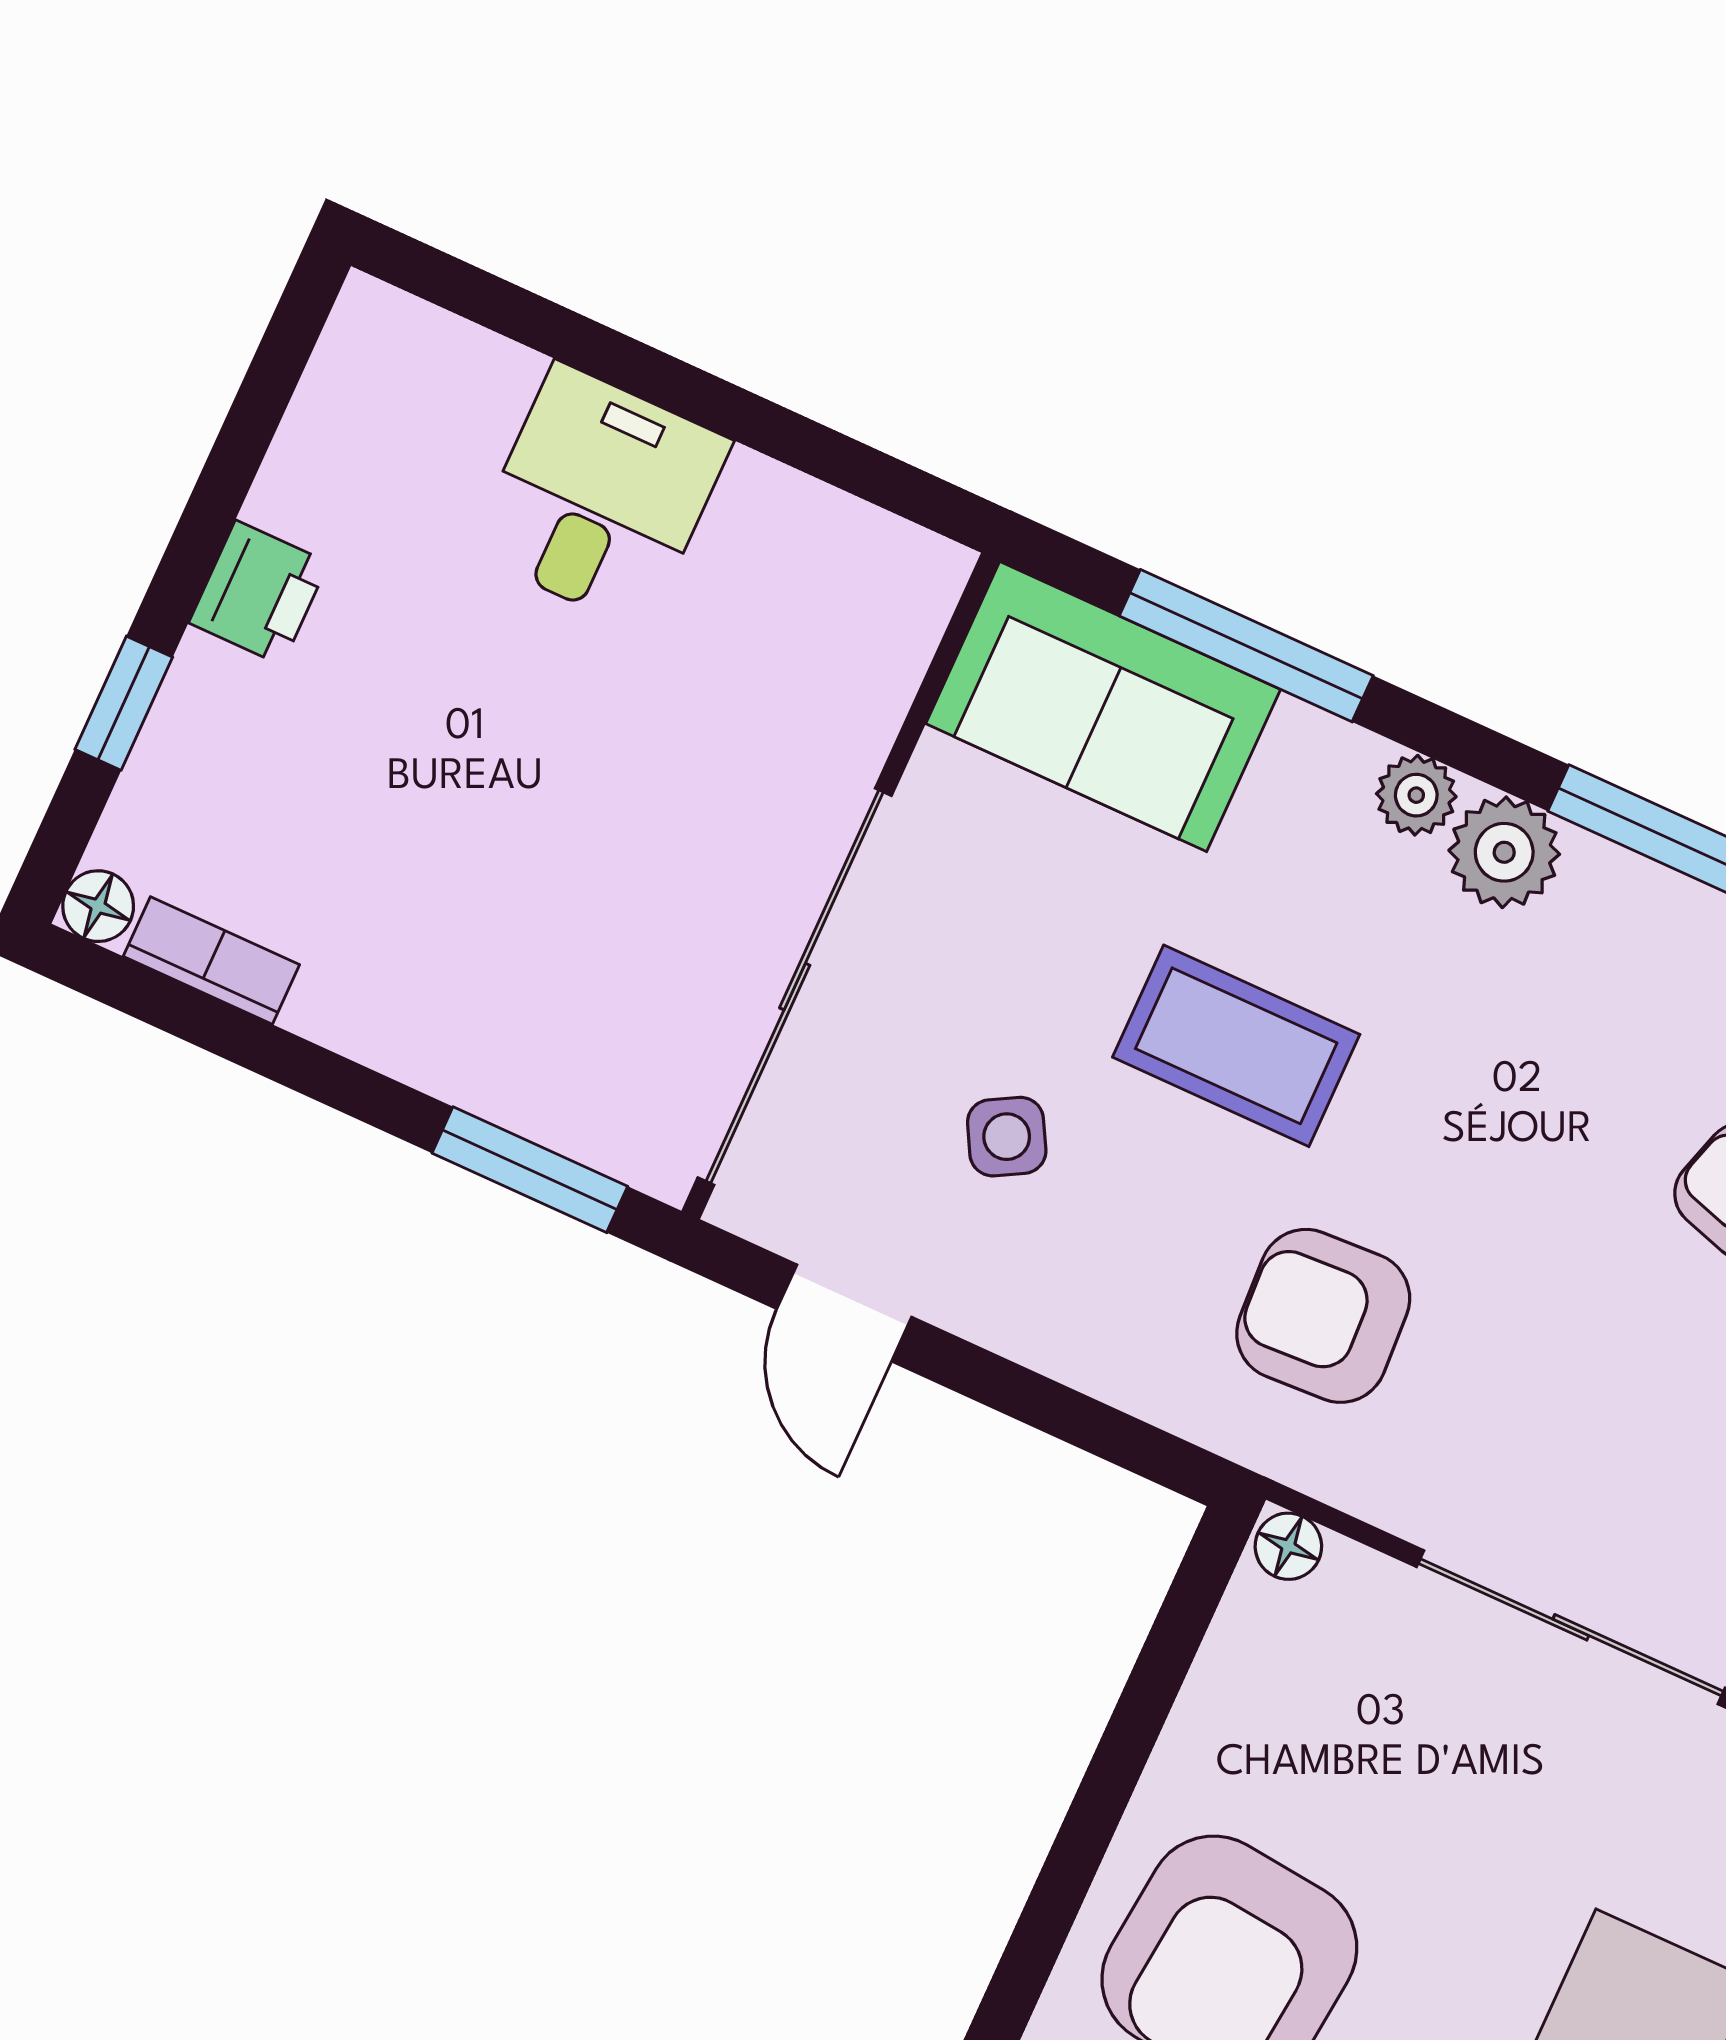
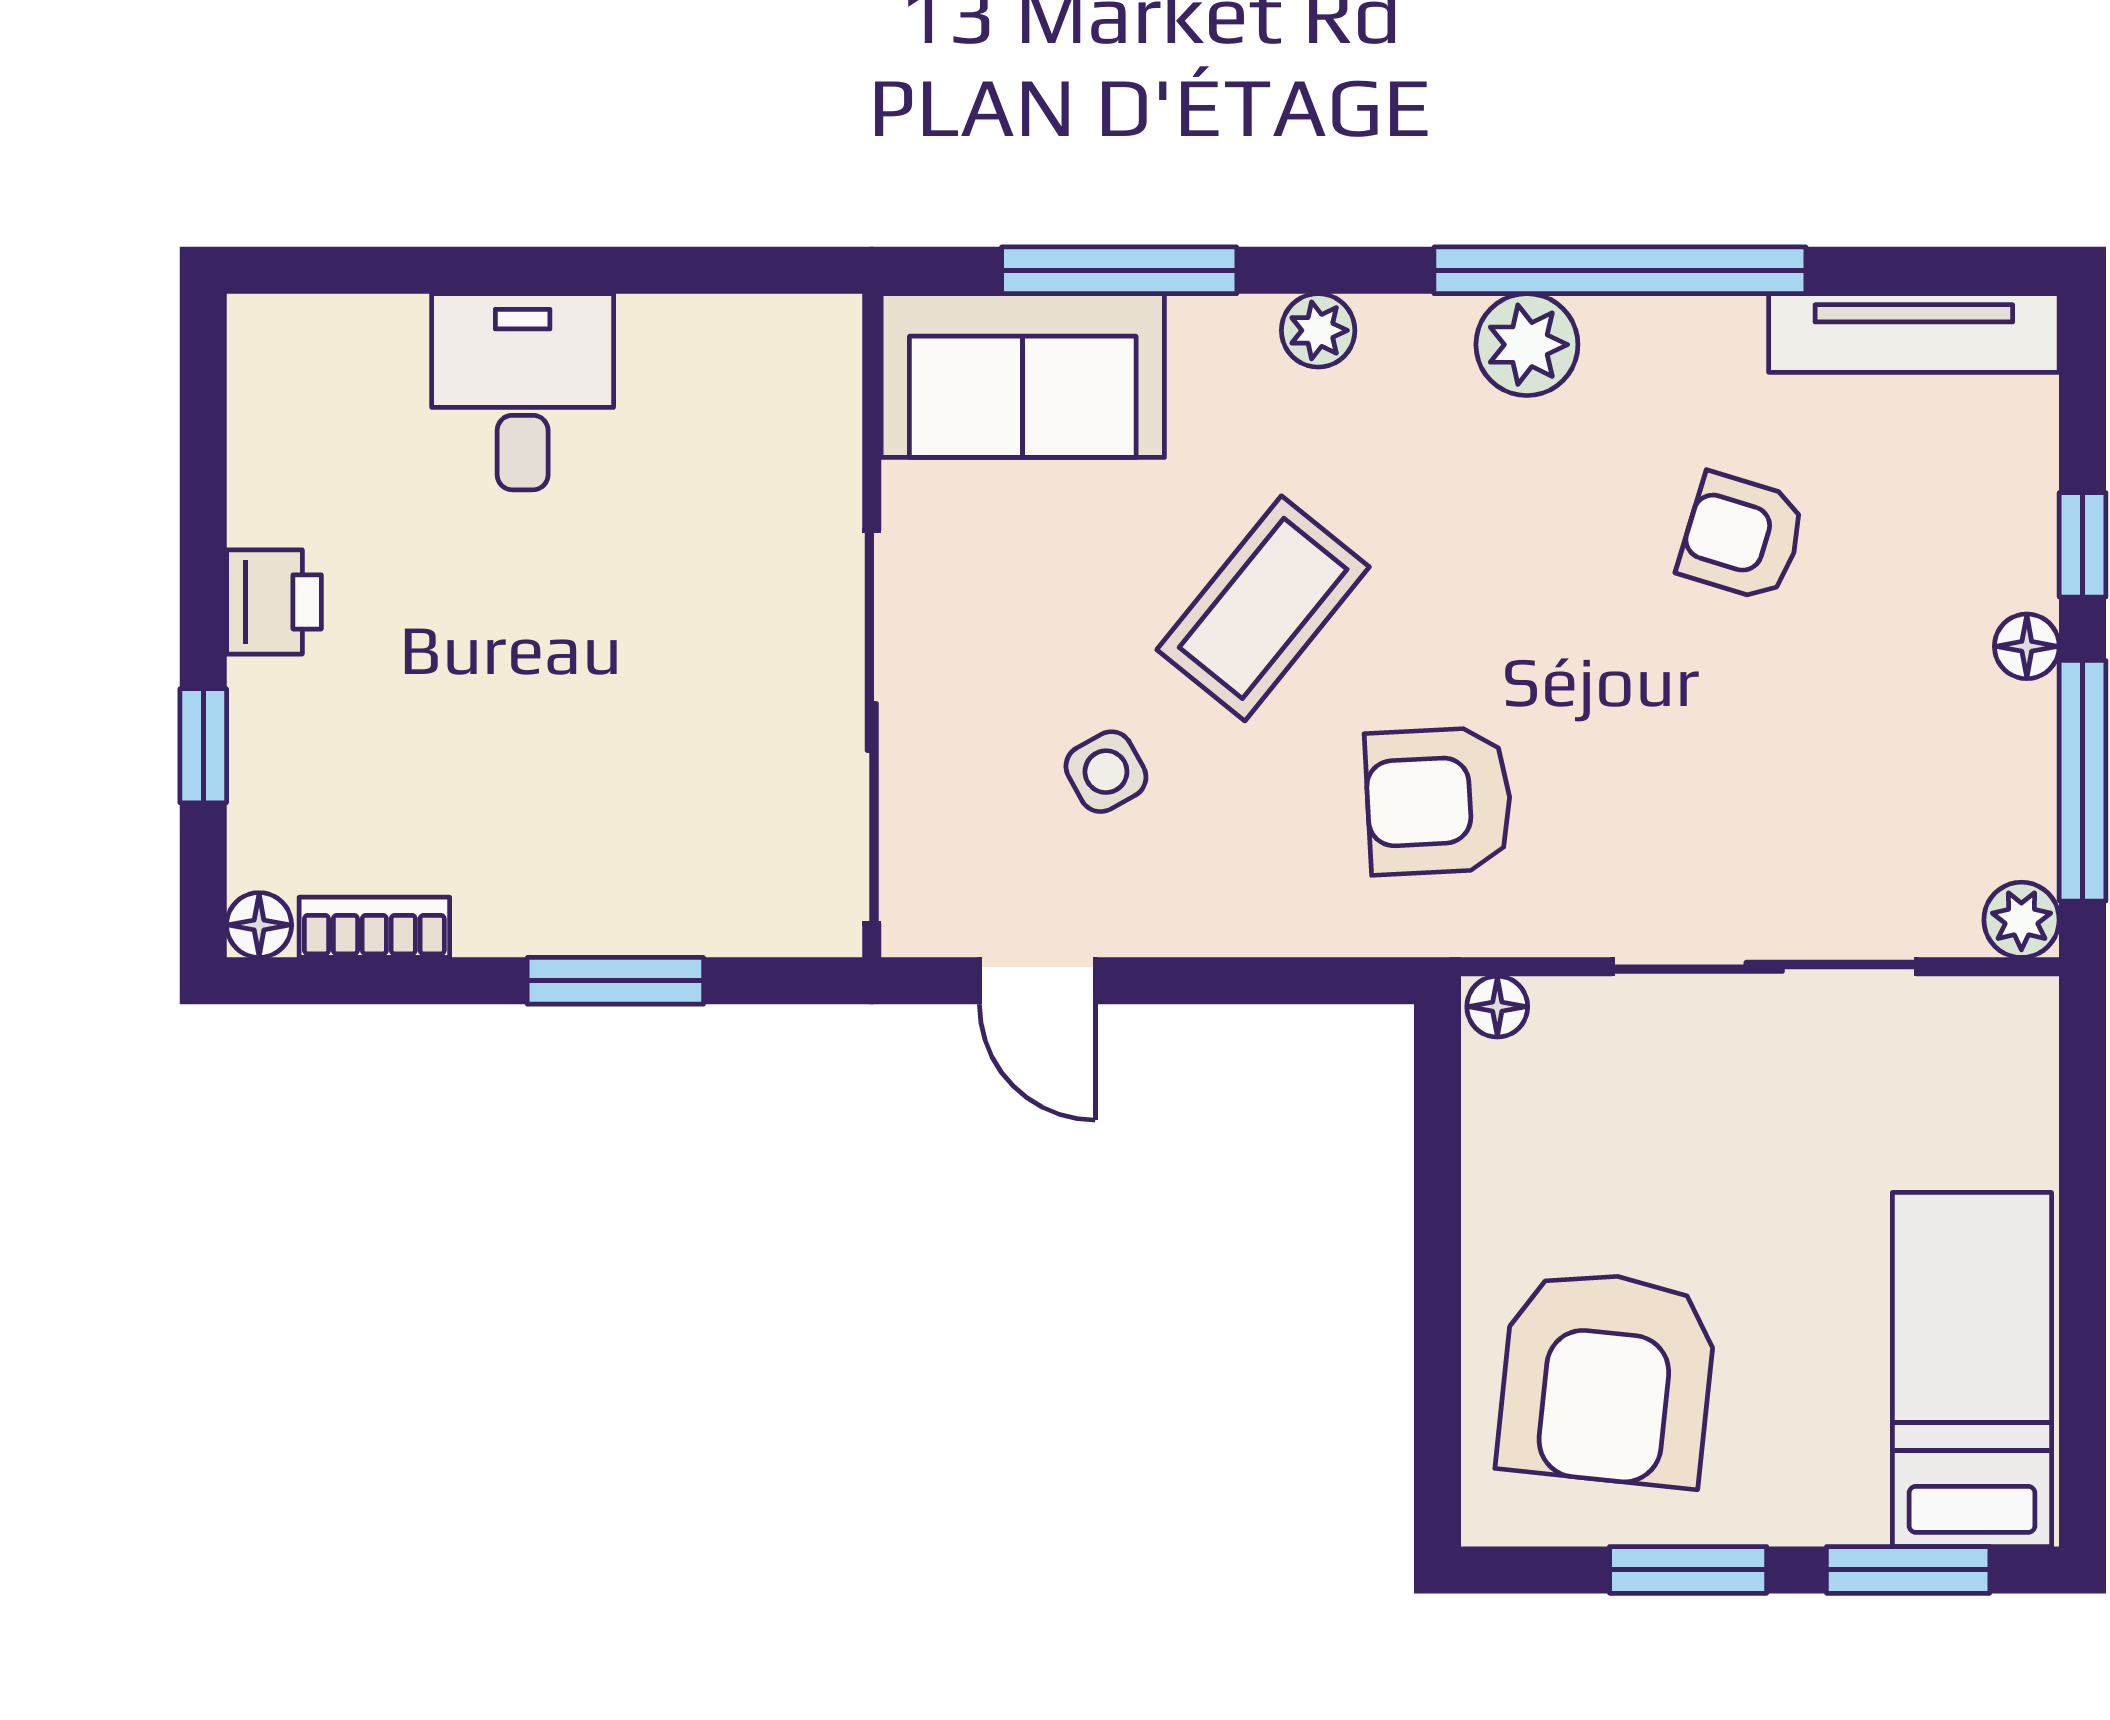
plant: (1504, 852) -> (1527, 345), moved
coffee table: (1236, 1046) -> (1263, 608), turned -51
window: (530, 1170) -> (615, 981), moved

